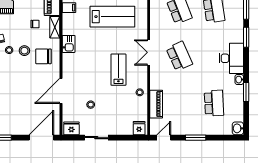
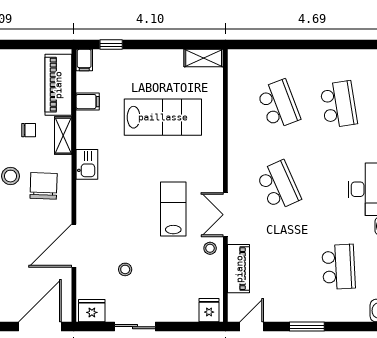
double door: (149, 52) -> (225, 215), moved
chair: (44, 56) -> (44, 186), turned 92

